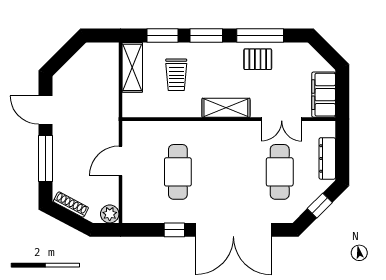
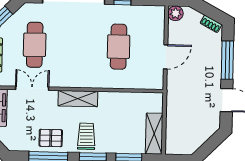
trolley: (176, 75) -> (86, 136), moved
shoe rack: (71, 205) -> (211, 24), width x0.70

